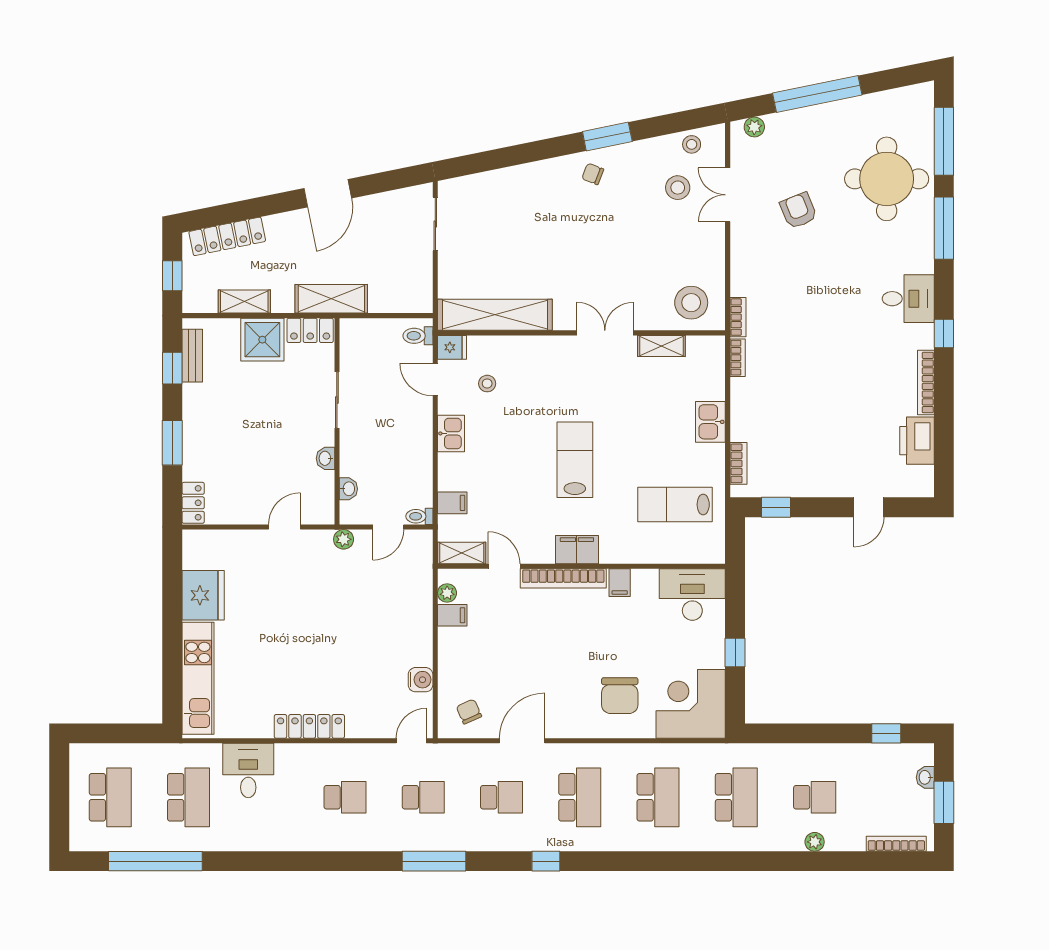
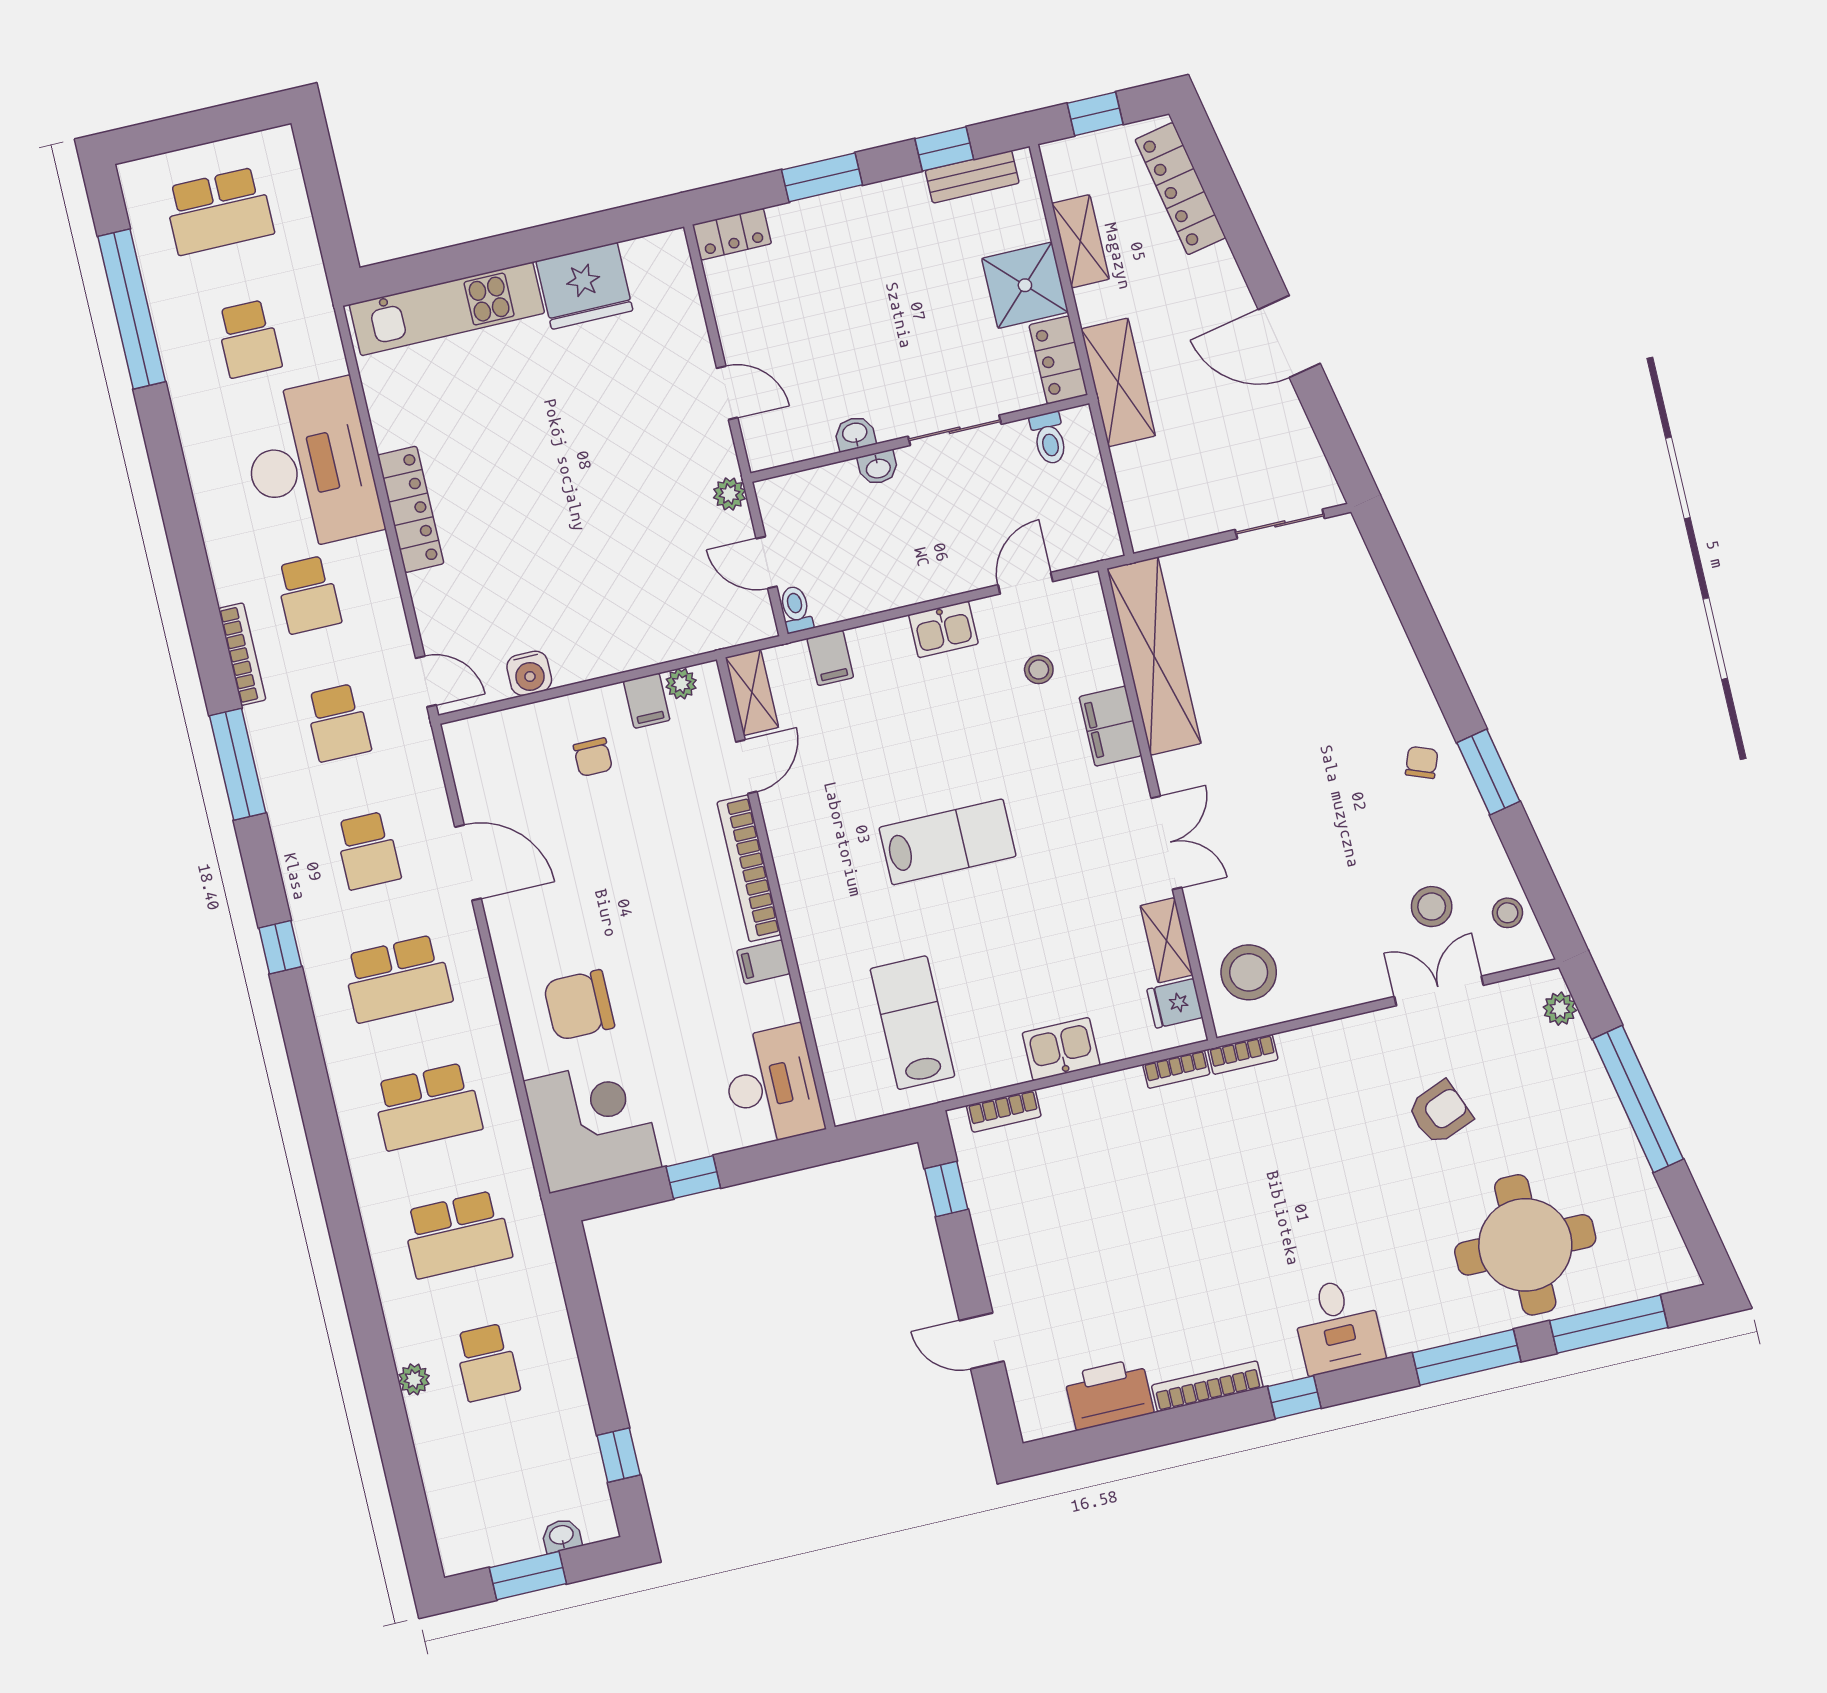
toilet: (418, 336) -> (1049, 438), moved, turned 180
fridge: (452, 347) -> (1175, 1003), moved, turned 90
washbasin: (348, 489) -> (878, 468), moved
filing cabinet: (577, 550) -> (1110, 726), moved, turned 180
chair: (469, 712) -> (593, 757), moved, turned 114
desk: (248, 770) -> (310, 465), width x1.87, depth x1.30
school desk: (189, 797) -> (249, 339), width x0.54
bookcase: (896, 844) -> (242, 654), moved

